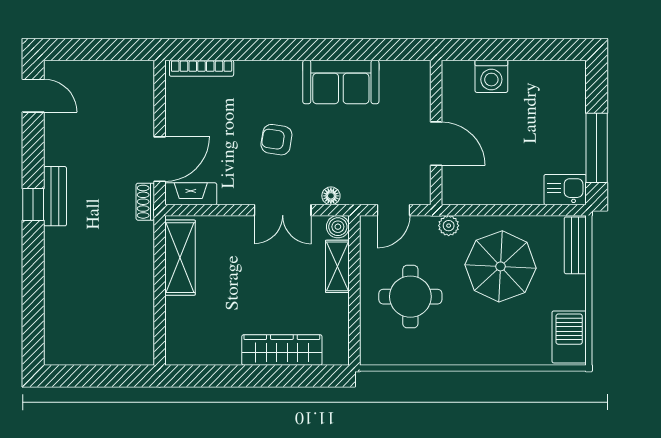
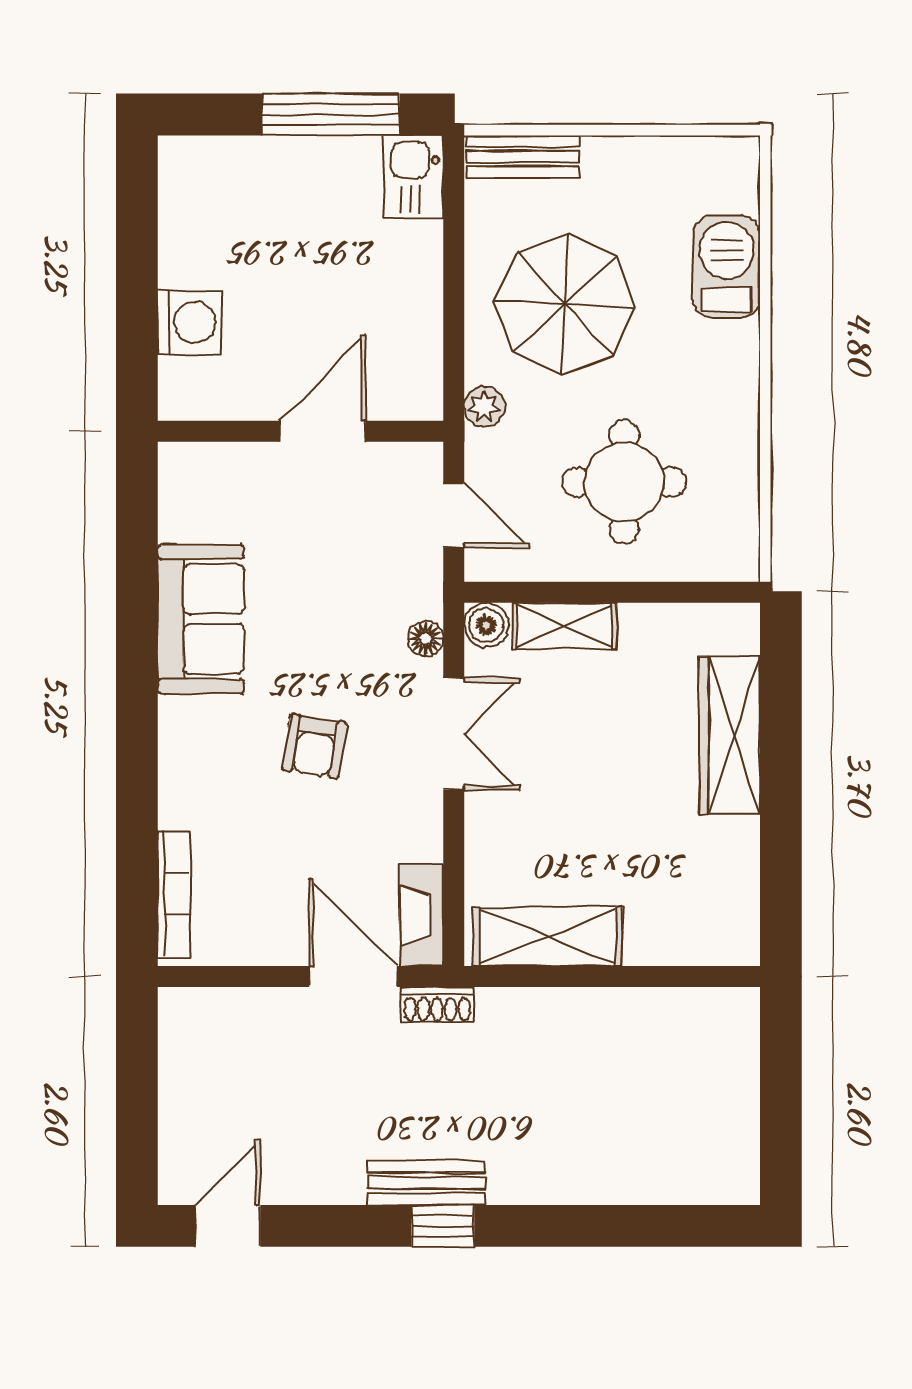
barbecue: (569, 337) -> (726, 267), moved, turned 90

